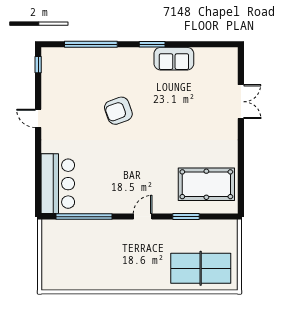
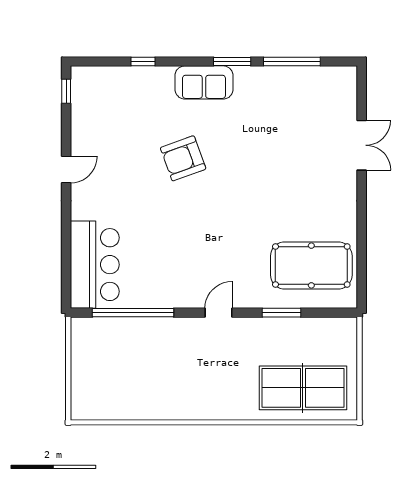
window: (91, 44) -> (143, 62), width x0.32
window: (193, 44) -> (292, 62), added
sofa: (174, 59) -> (204, 82), moved
door: (38, 118) -> (66, 170), swing flipped

